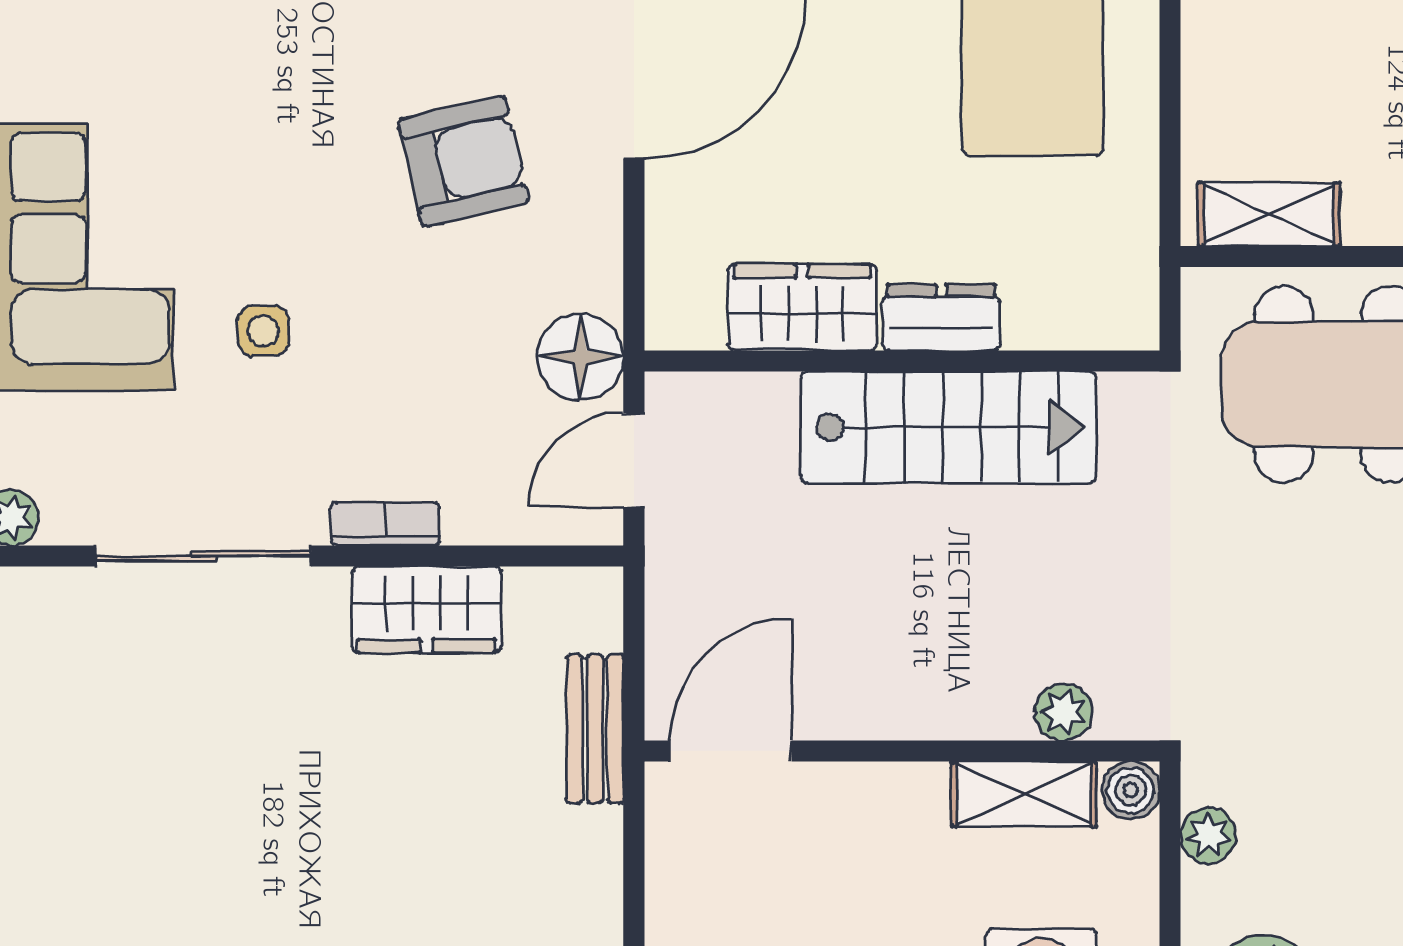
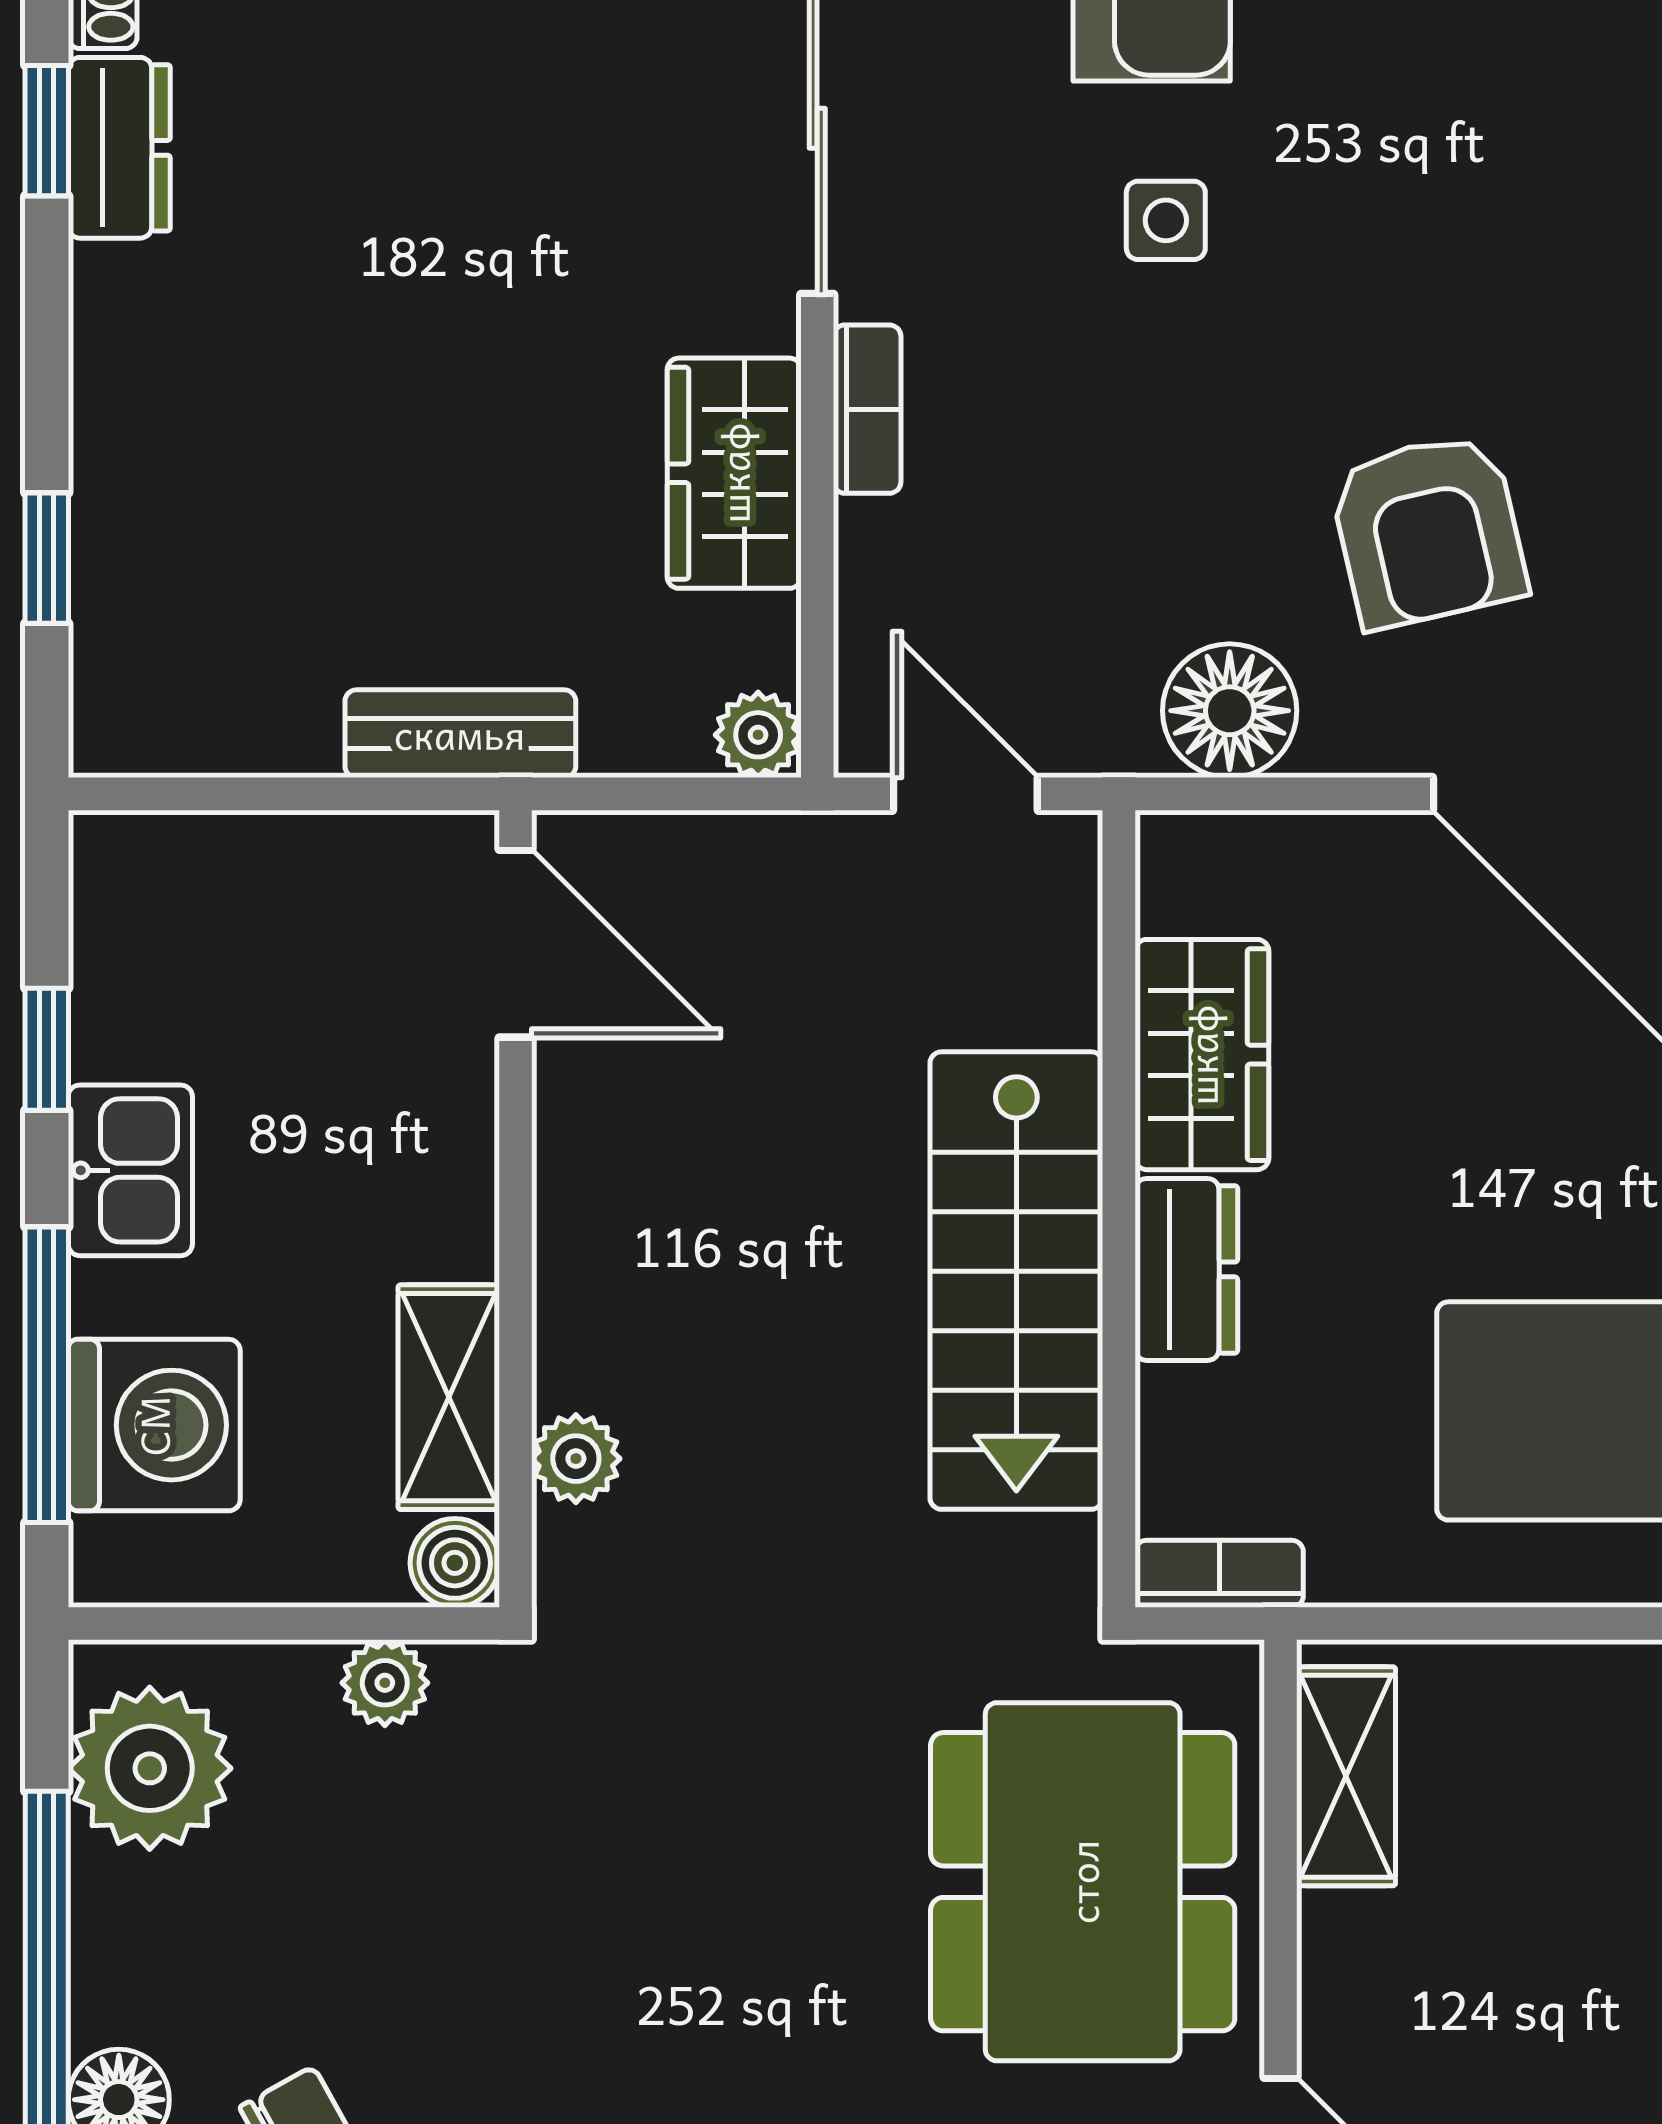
bookcase: (1138, 296) -> (1219, 1574), added
floor lamp: (580, 357) -> (1230, 711), moved
plant: (596, 594) -> (758, 735), added
bench: (595, 729) -> (460, 734), moved

